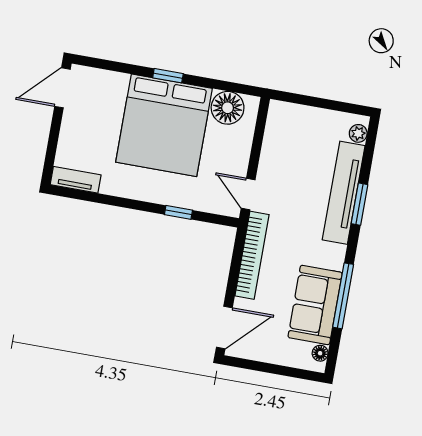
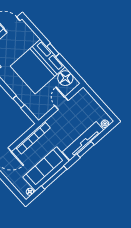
door: (248, 194) -> (62, 103), moved
sofa: (315, 305) -> (46, 169), width x1.36

